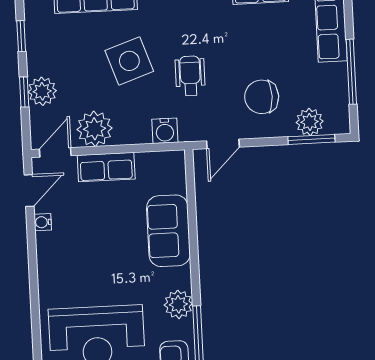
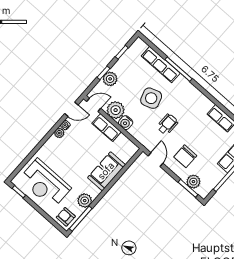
chair: (262, 97) -> (185, 156), turned -90
water cooler: (165, 131) -> (126, 123), moved
door: (223, 144) -> (155, 160), swing flipped
plant: (45, 242) -> (59, 133), added

